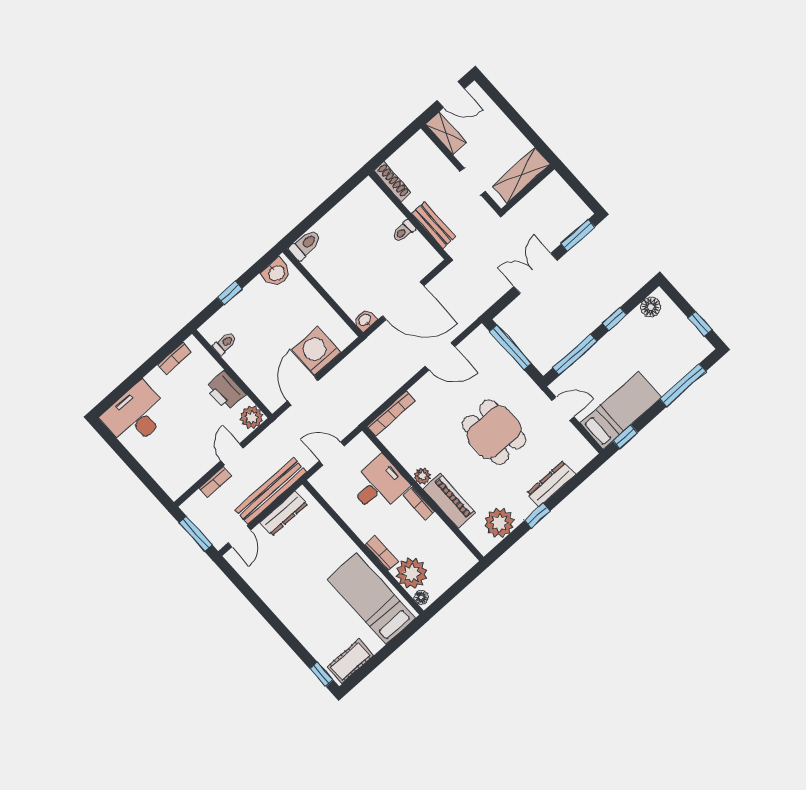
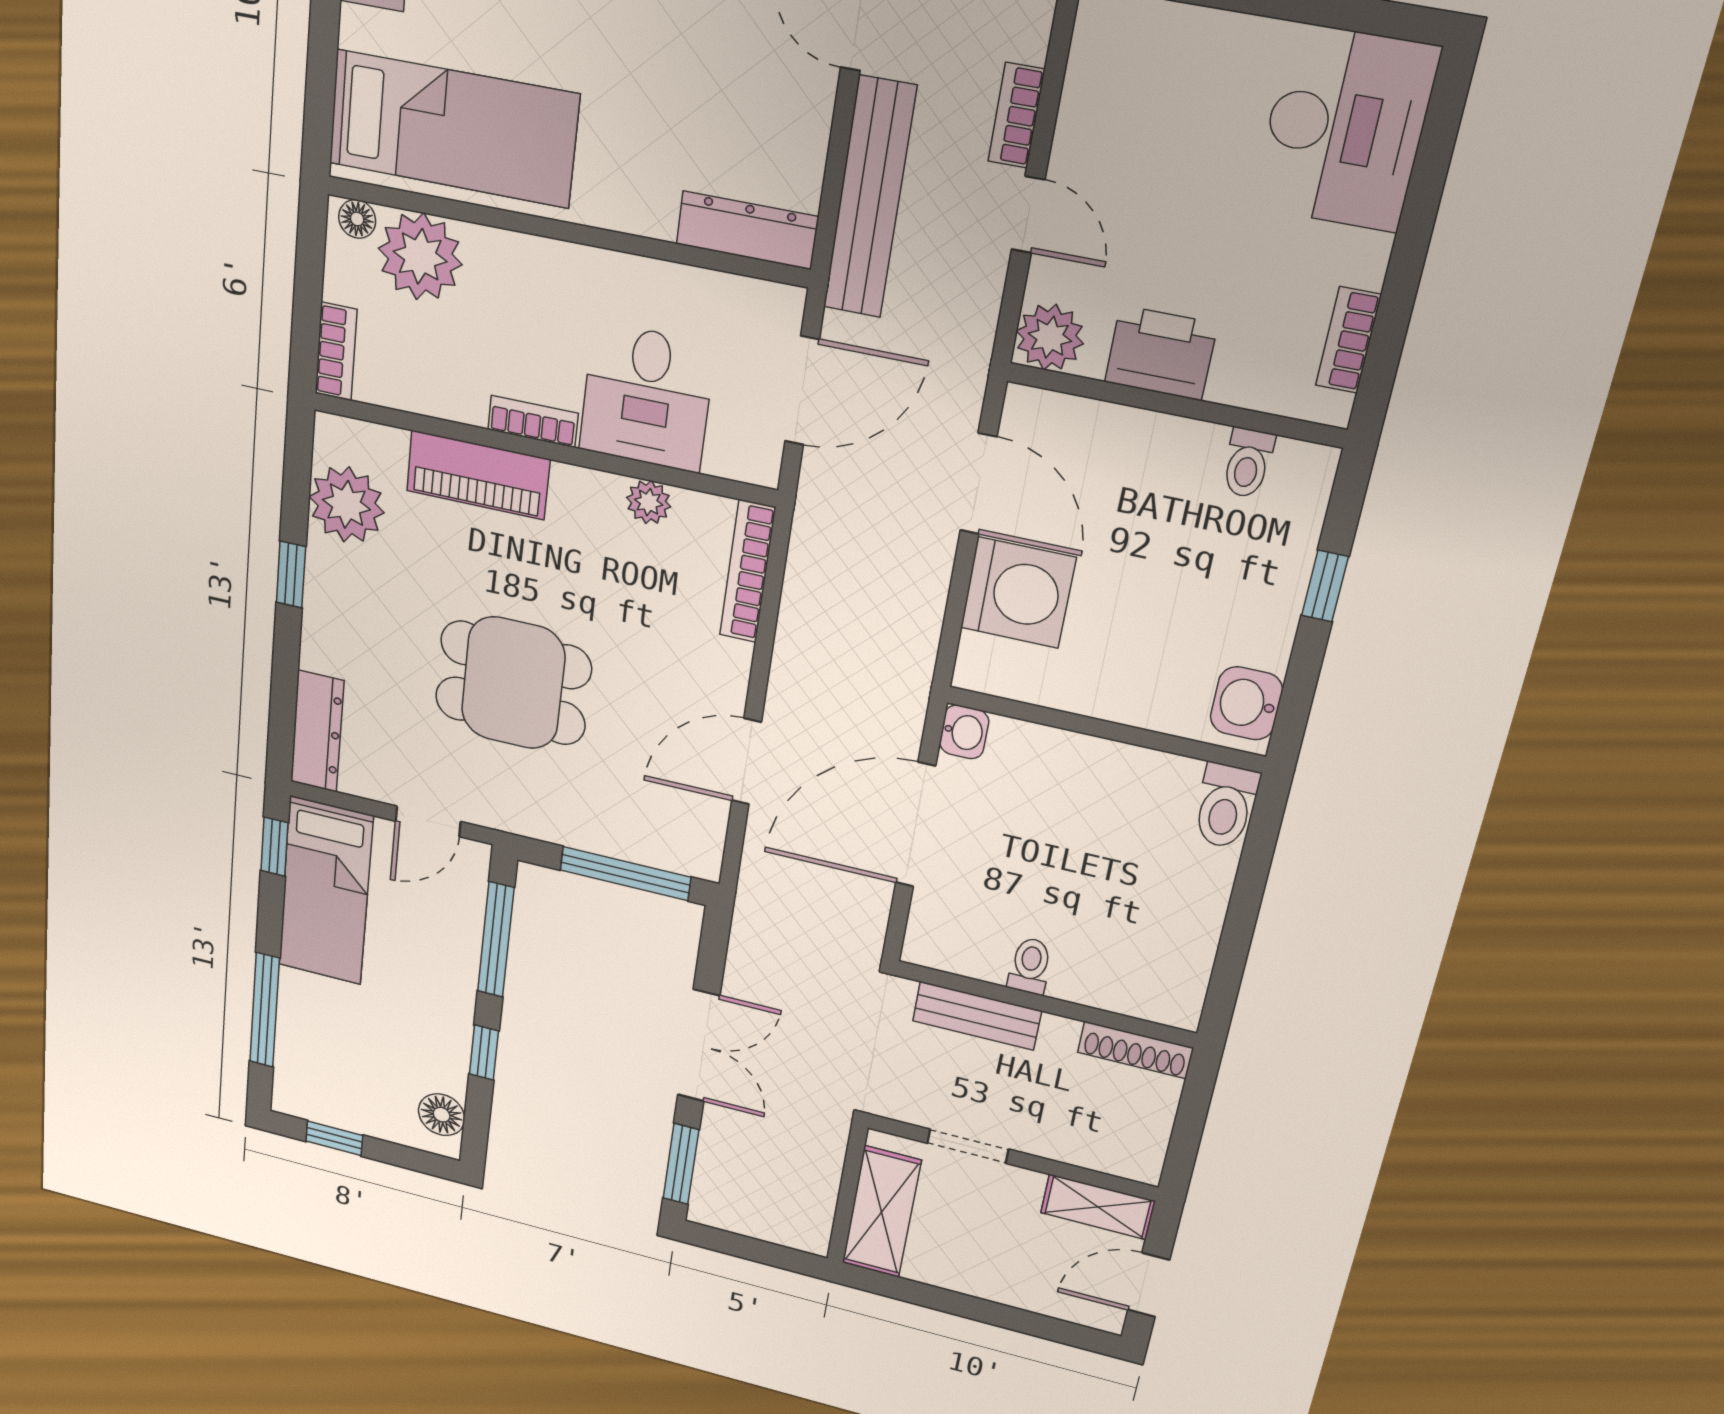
door: (332, 453) -> (802, 391), width x1.38
plant: (422, 476) -> (649, 502), moved
dresser: (551, 484) -> (317, 731), moved
dresser: (284, 513) -> (747, 230), moved, turned 90
bookcase: (382, 553) -> (336, 352), moved, turned -90

